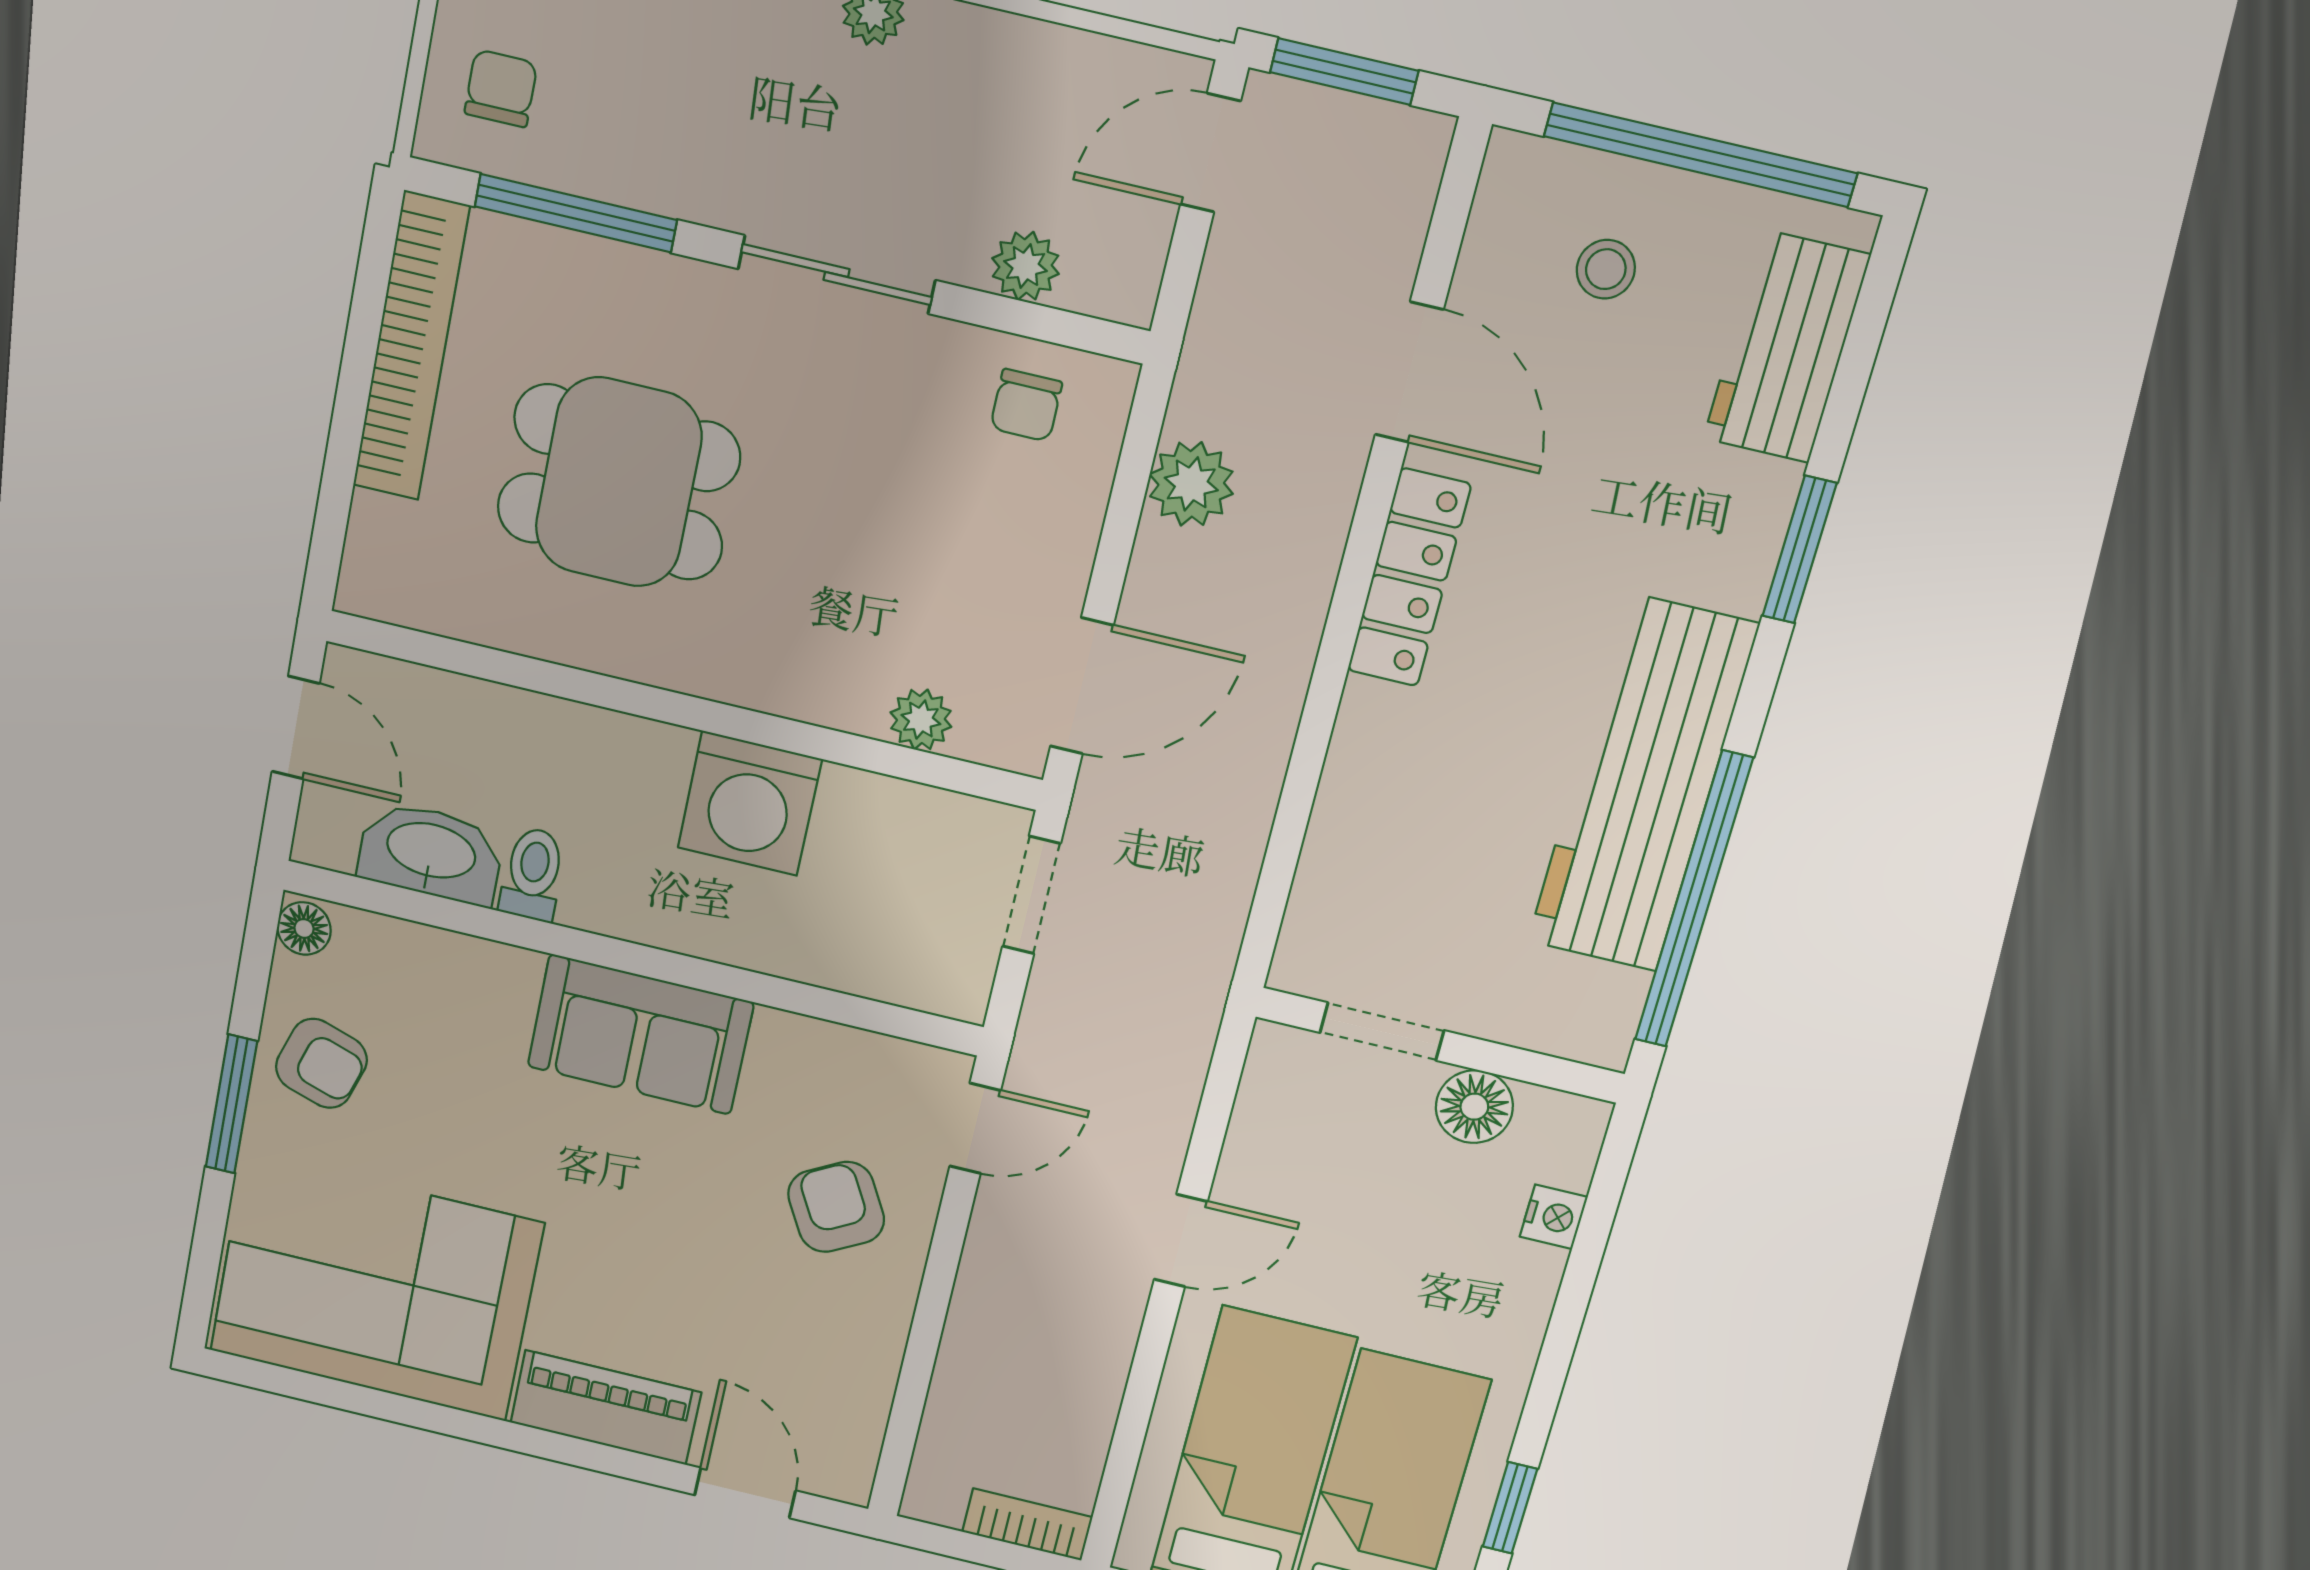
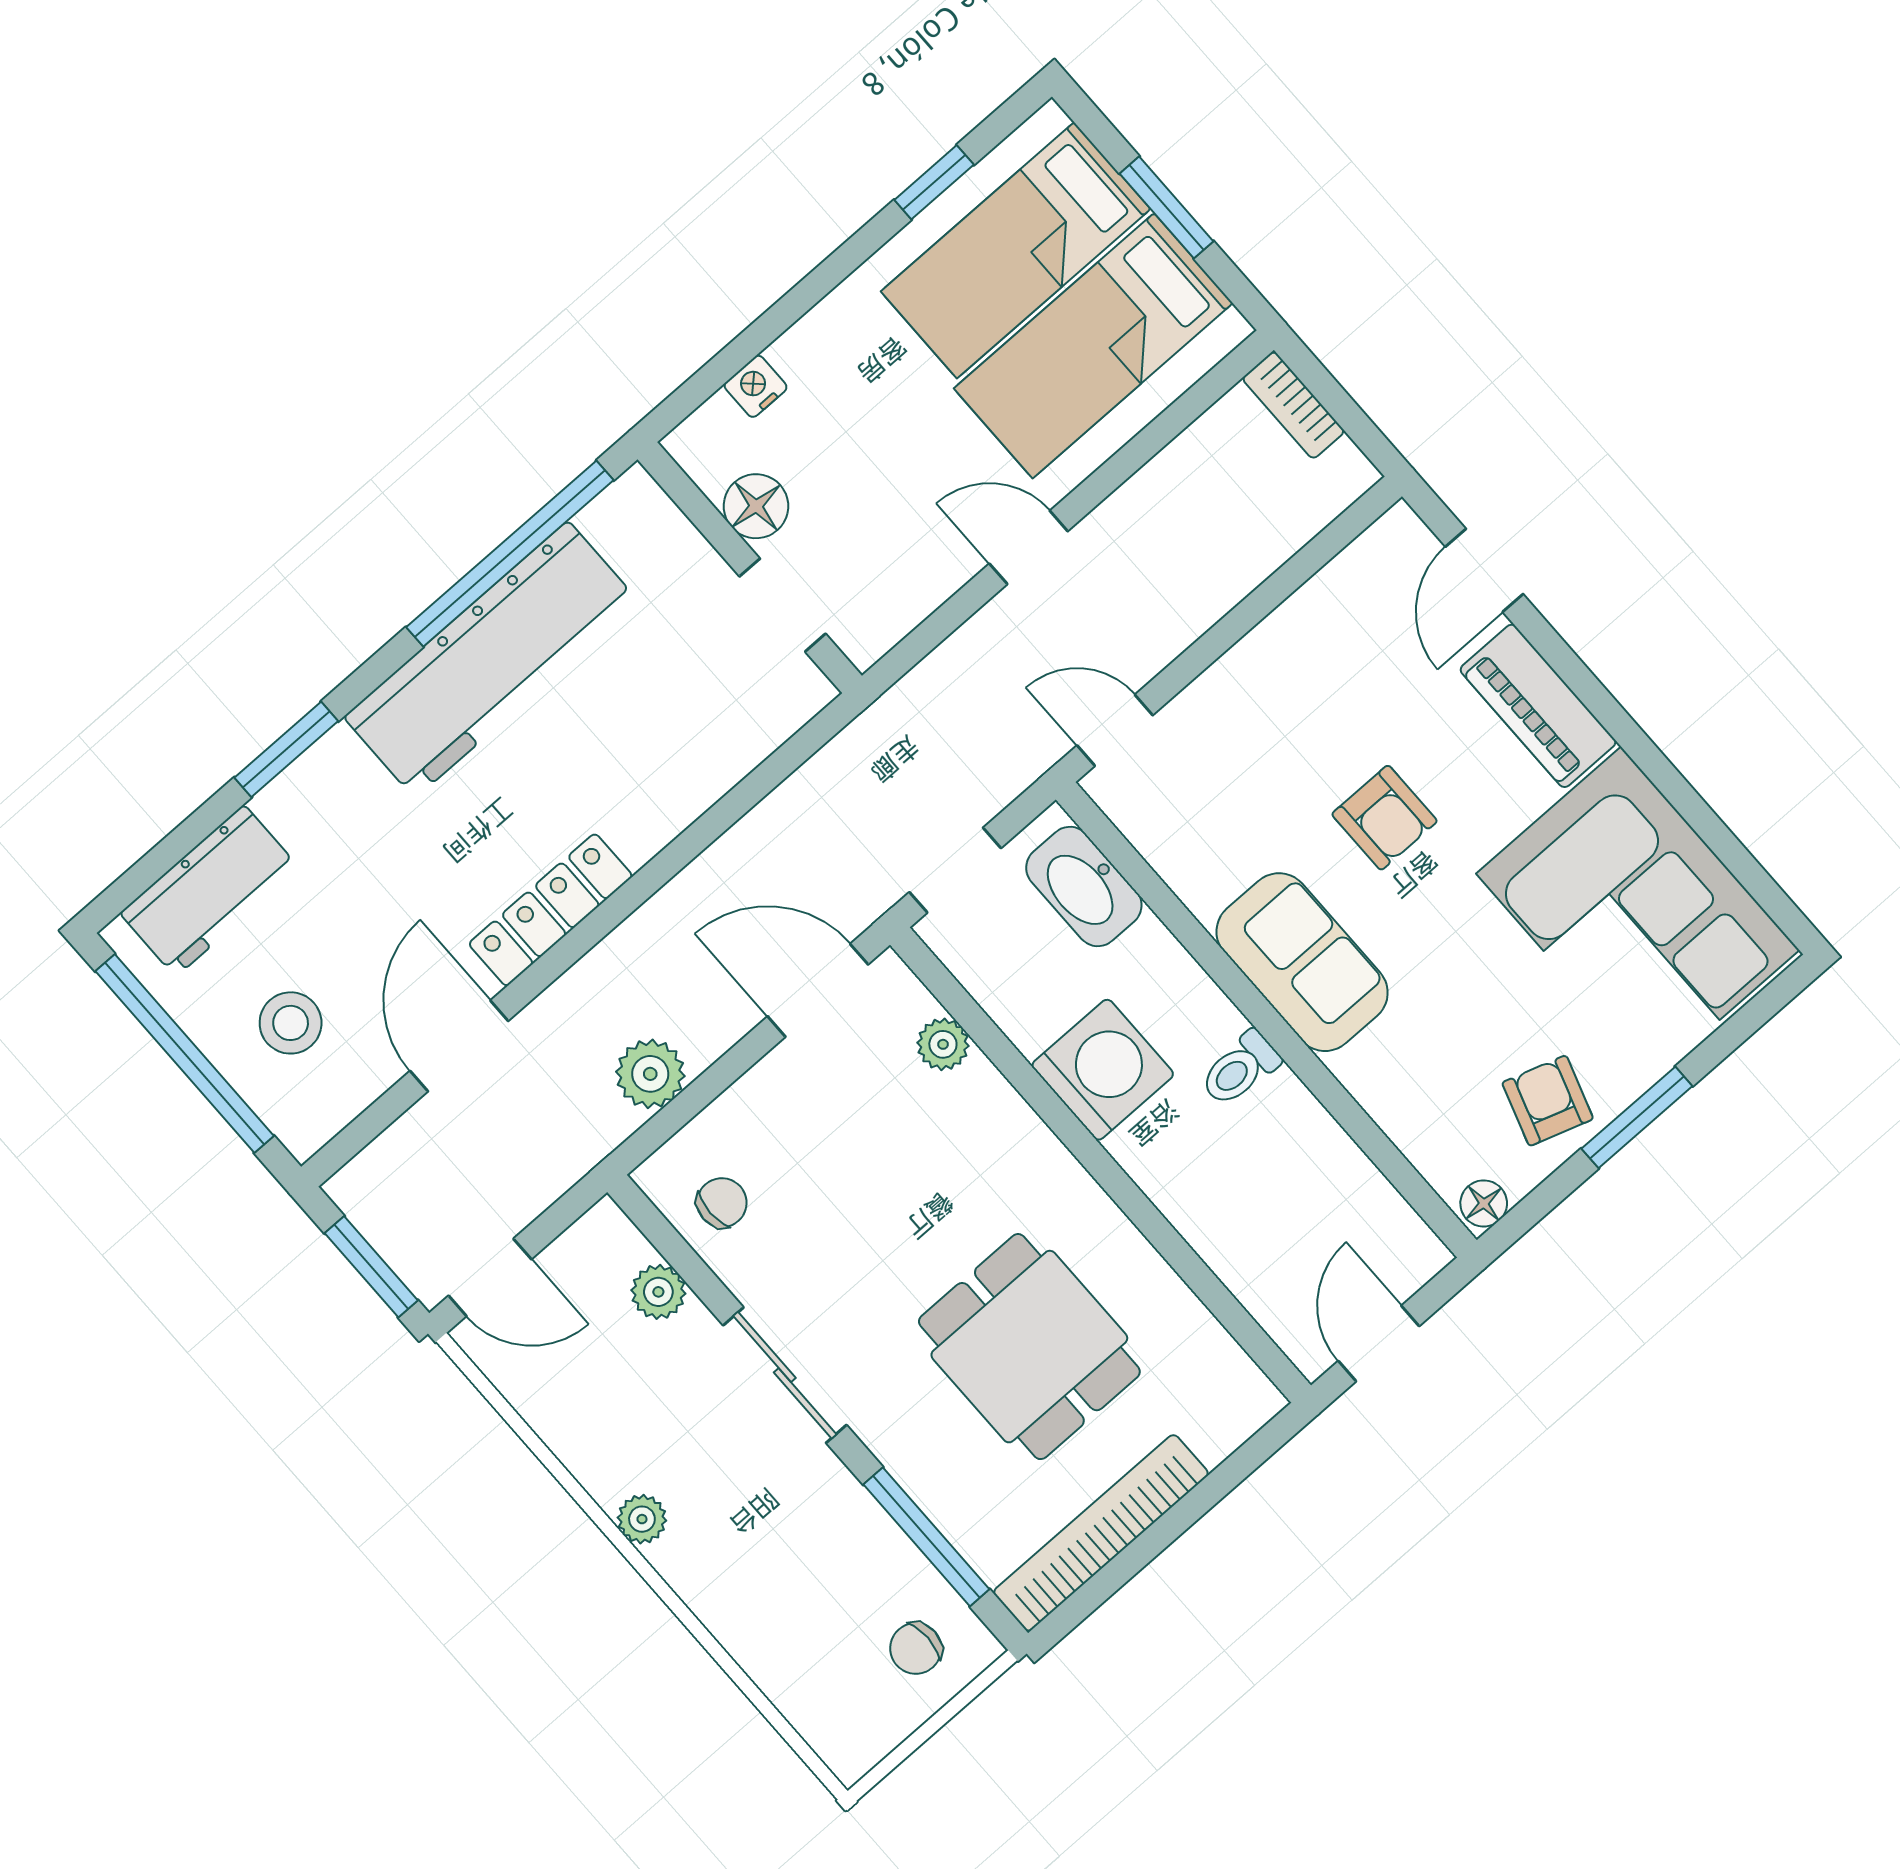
stool: (1606, 269) -> (291, 1023), width x1.37, depth x1.37
washbasin: (431, 853) -> (1084, 886), moved
toilet: (533, 874) -> (1240, 1069), moved
armchair: (836, 1207) -> (1385, 818), moved, turned -61

